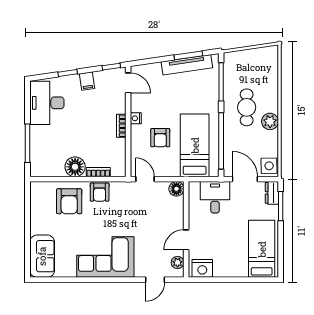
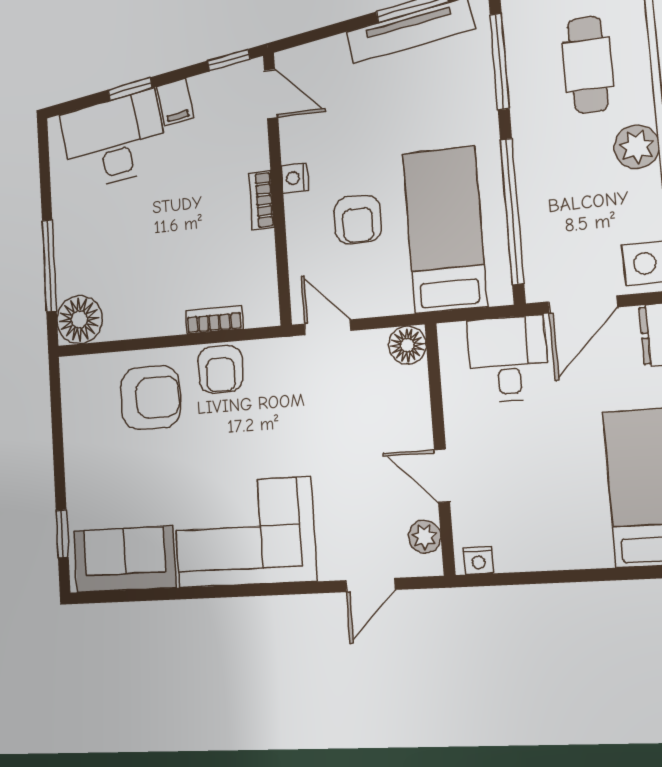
desk: (47, 103) -> (114, 140), moved, turned 82
cafe table: (247, 107) -> (588, 65), moved
floor lamp: (75, 167) -> (79, 320), moved
door: (245, 179) -> (583, 304), swing flipped
armchair: (69, 201) -> (151, 398), turned -90
door: (186, 240) -> (442, 476), hinge flipped
window: (28, 254) -> (62, 534), added
sofa: (42, 256) -> (125, 559), moved, turned -90
nightstand: (202, 268) -> (478, 561), width x0.53, depth x0.56

